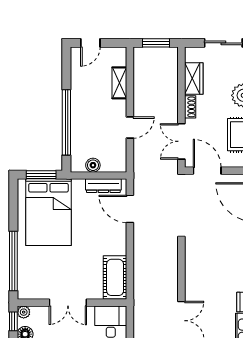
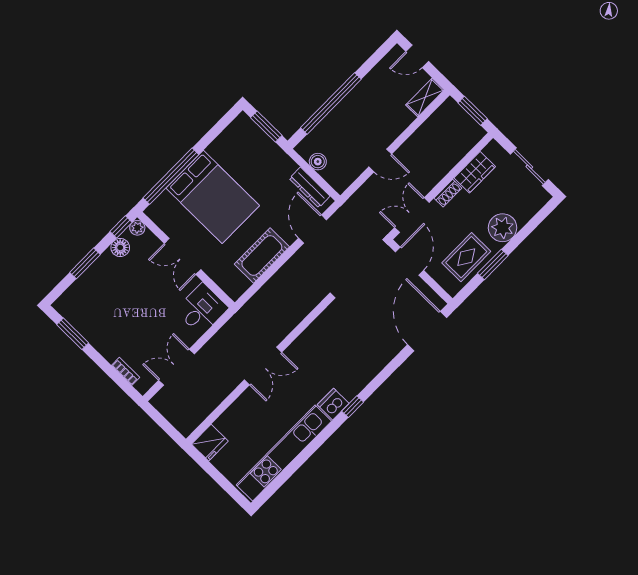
shelving: (119, 83) -> (425, 97), moved
bed: (48, 212) -> (213, 197), moved, turned -90
cot: (115, 277) -> (262, 256), moved

